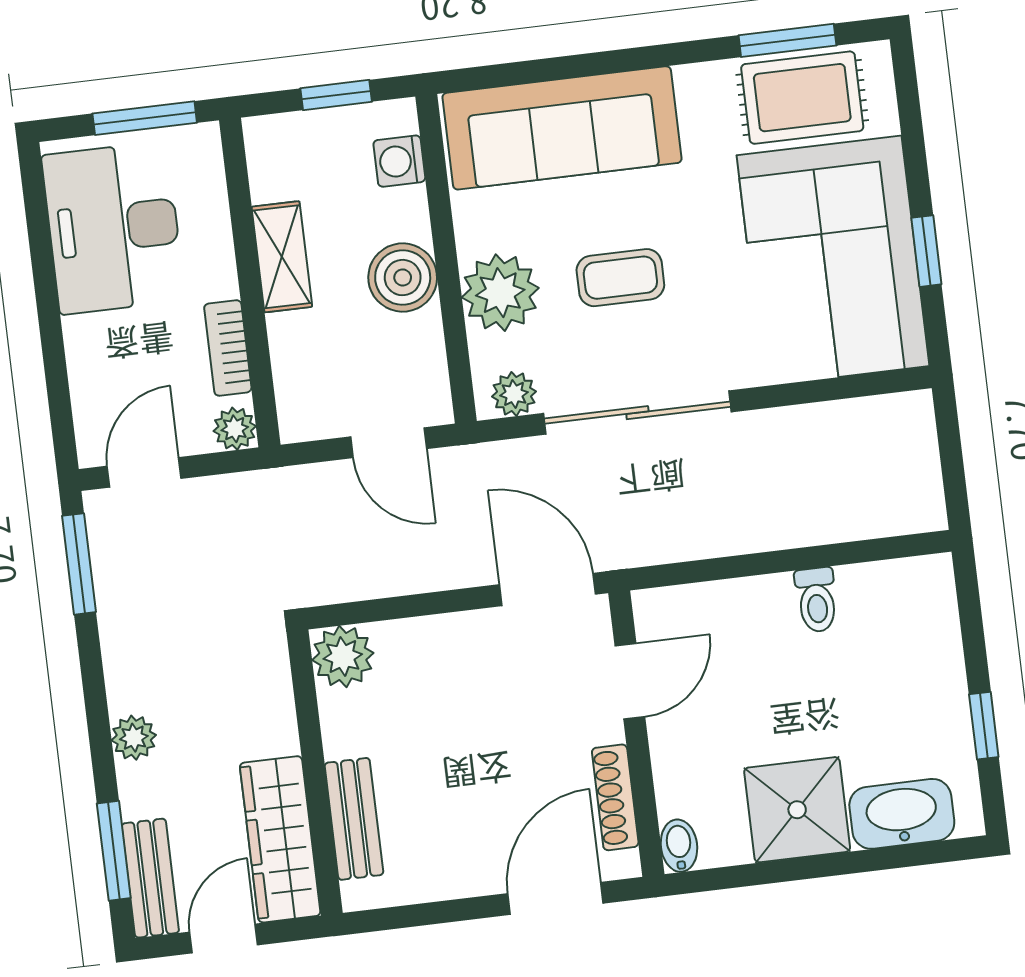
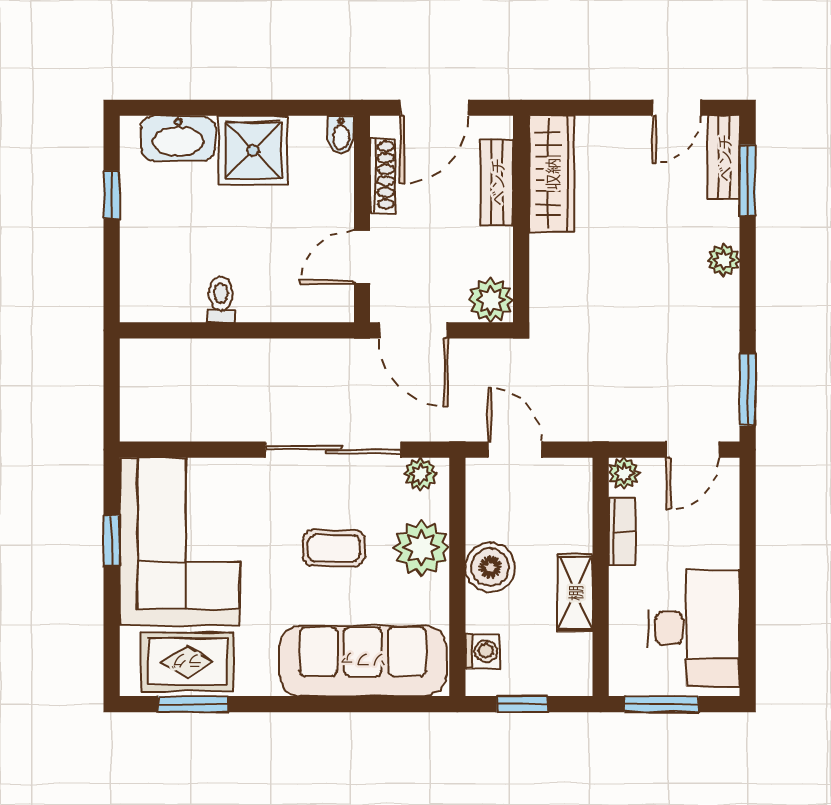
plant: (343, 657) -> (491, 300), moved
wall: (315, 773) -> (521, 219), moved
bench: (354, 819) -> (497, 182), moved
wardrobe: (280, 839) -> (552, 174), moved

